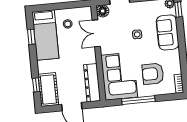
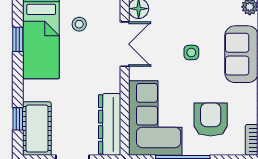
double door: (96, 33) -> (125, 44), swing flipped
armchair: (153, 74) -> (211, 120), turned 90

